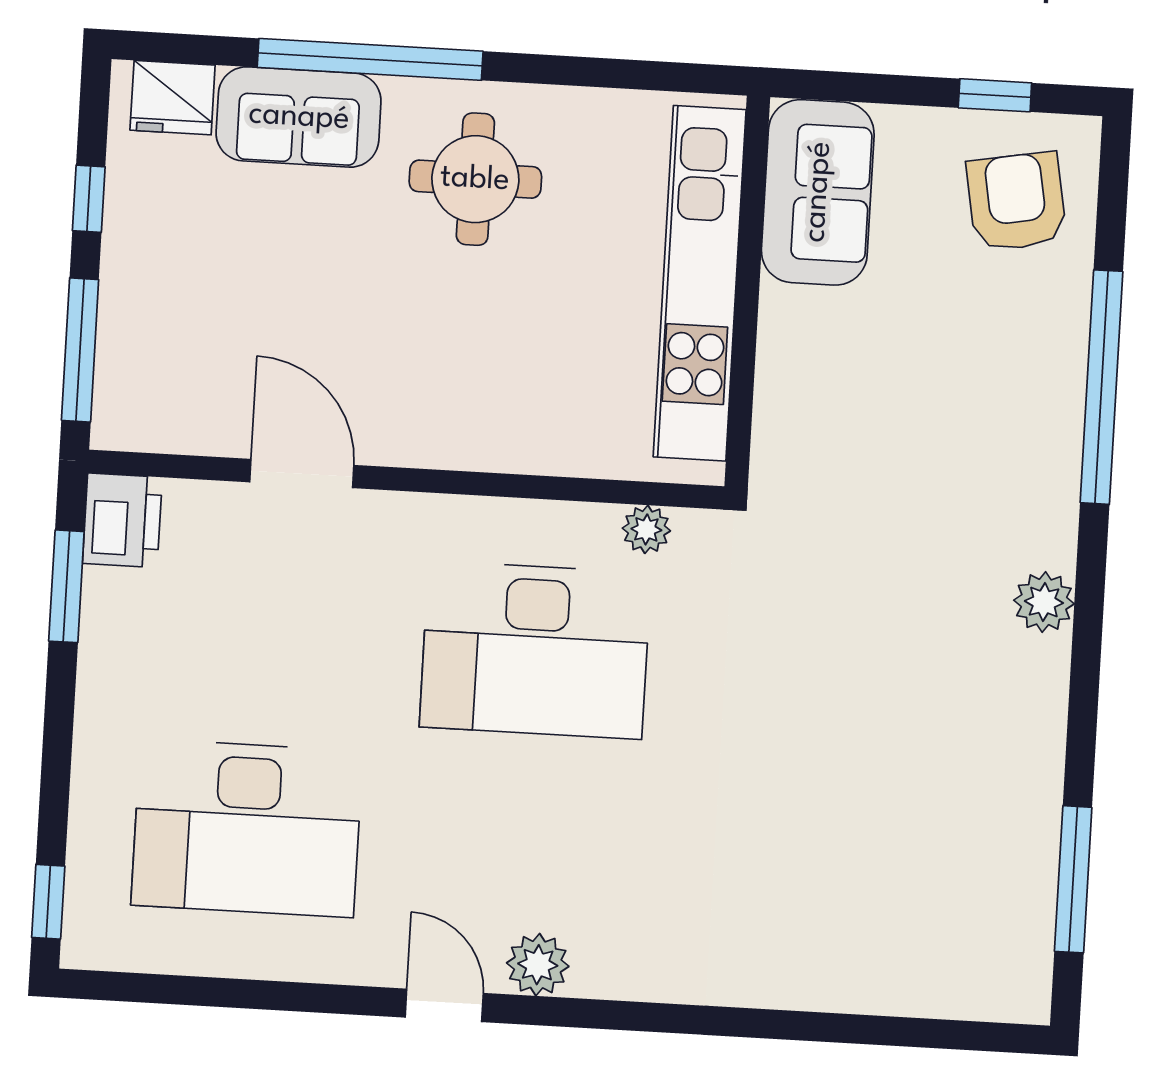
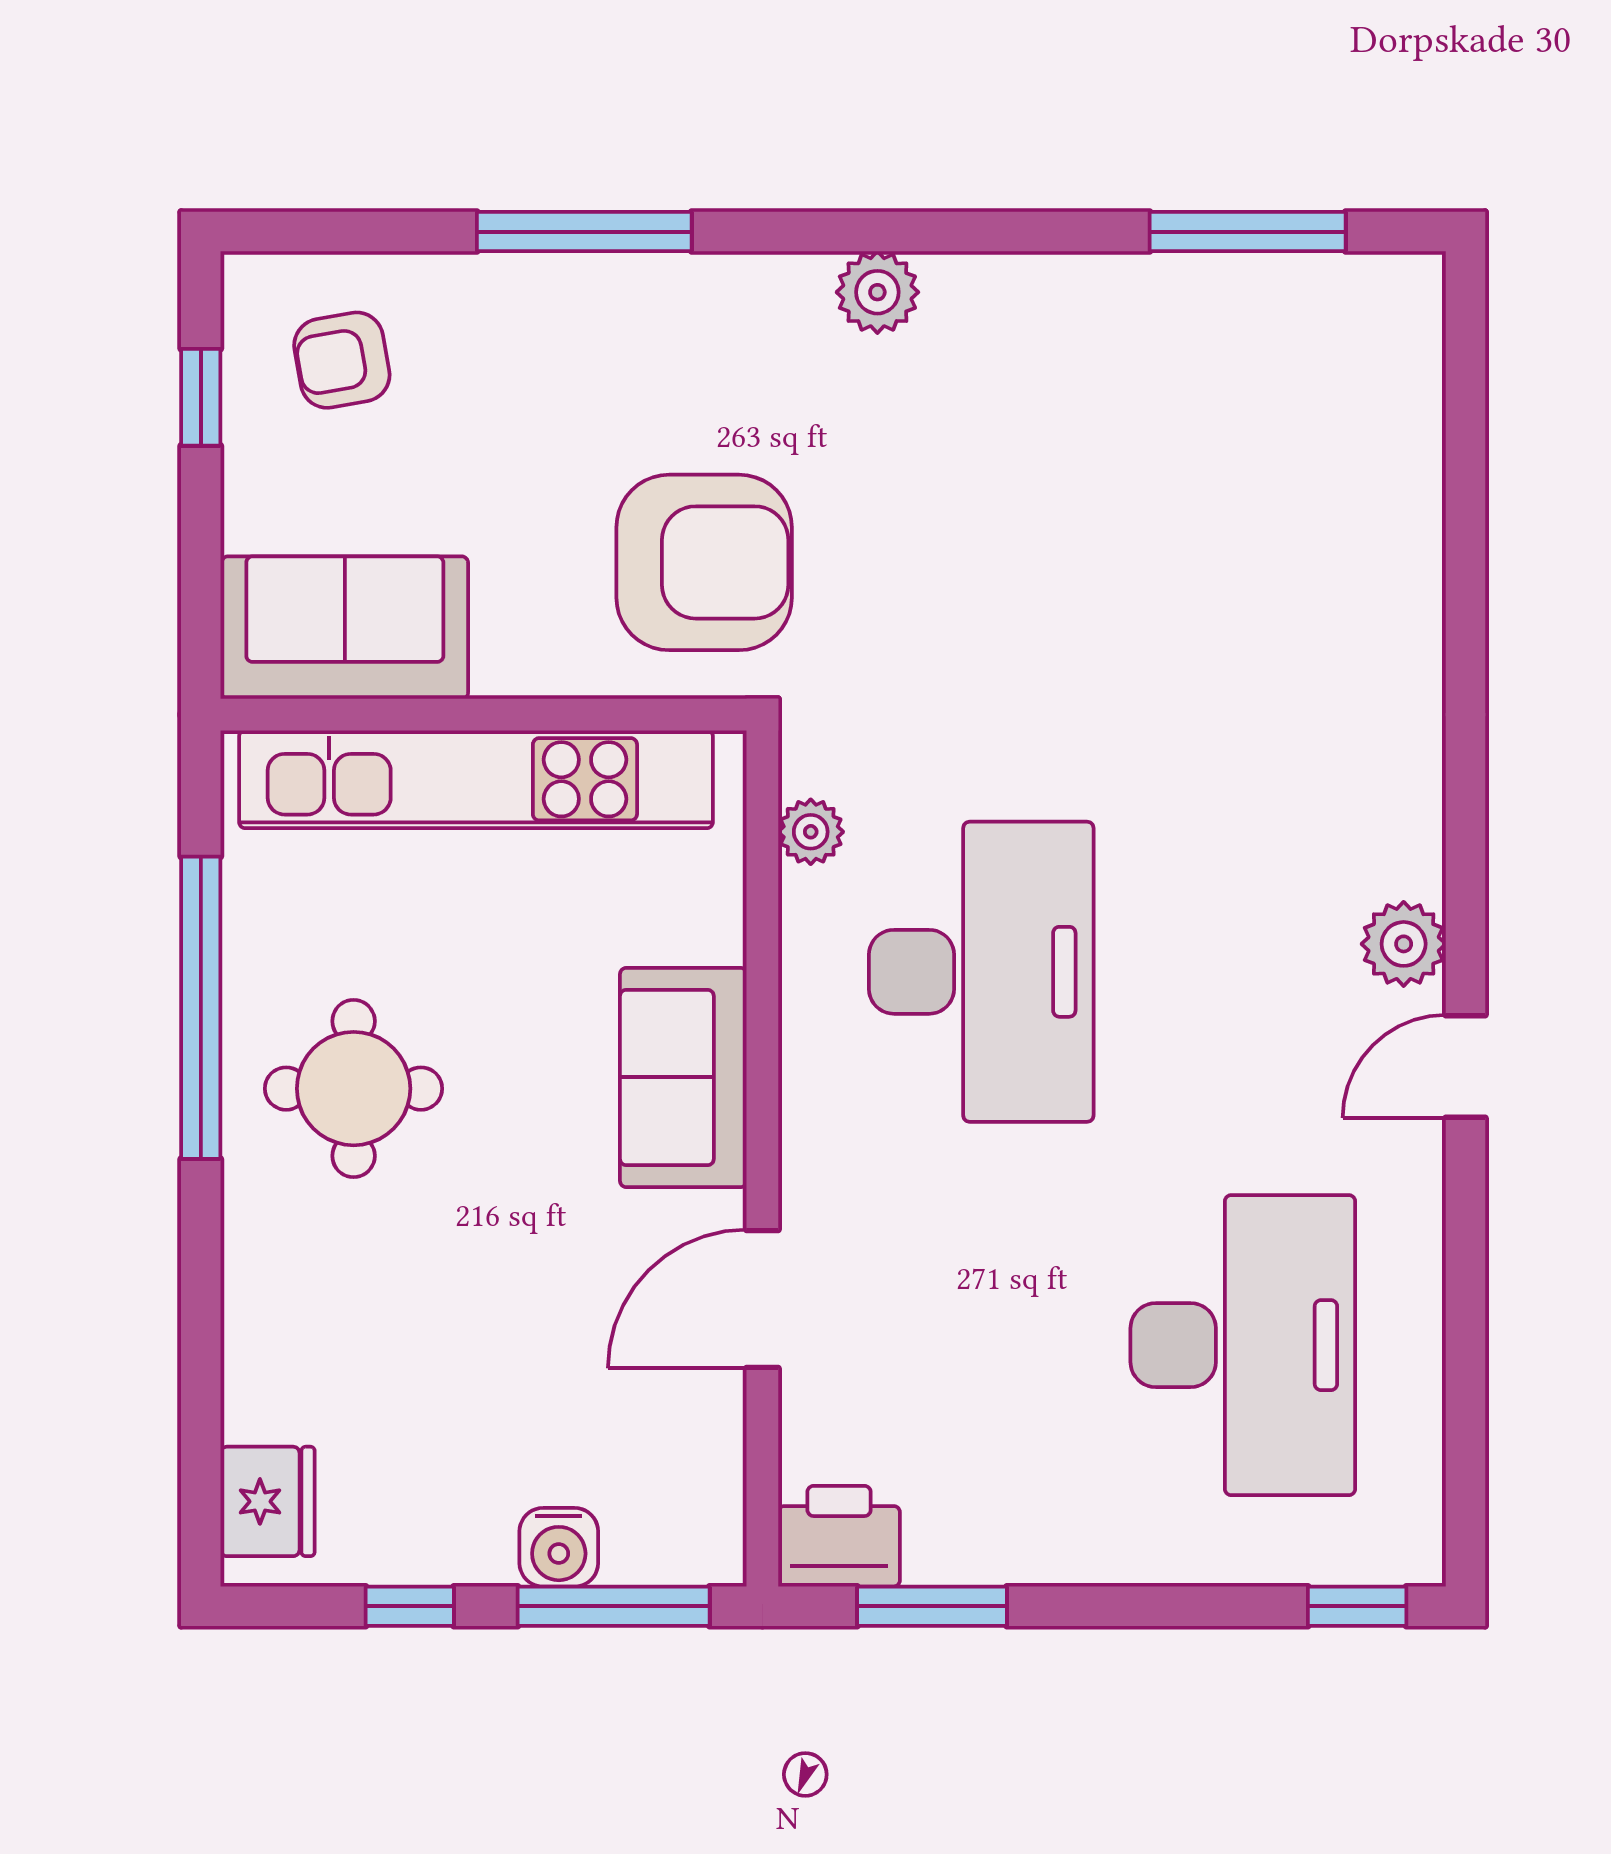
window: (370, 59) -> (201, 1008), moved
sofa: (299, 117) -> (683, 1077), moved, turned 180
armchair: (1016, 202) -> (342, 360), width x0.72, depth x0.72
water cooler: (126, 312) -> (559, 1547), added
window: (1102, 387) -> (584, 232), width x0.68
armchair: (851, 462) -> (704, 562), added

